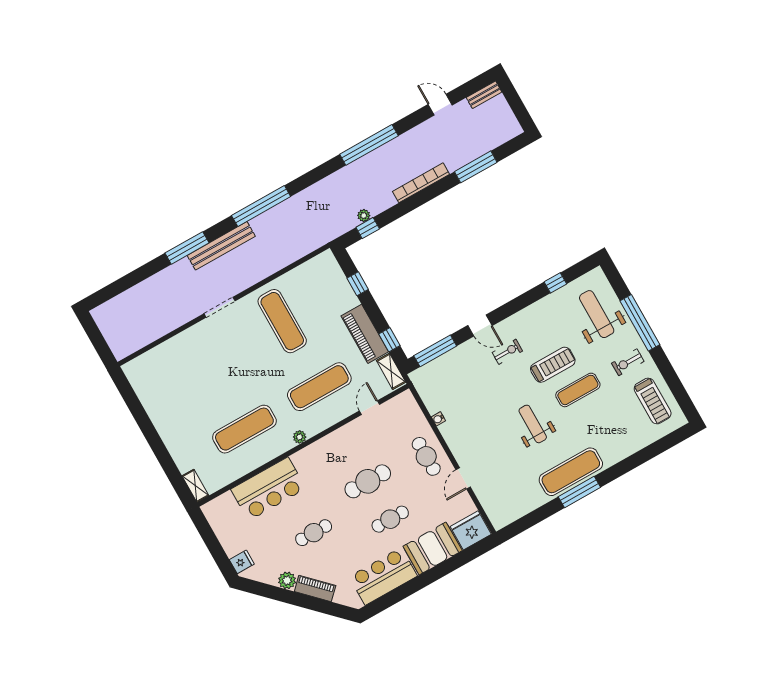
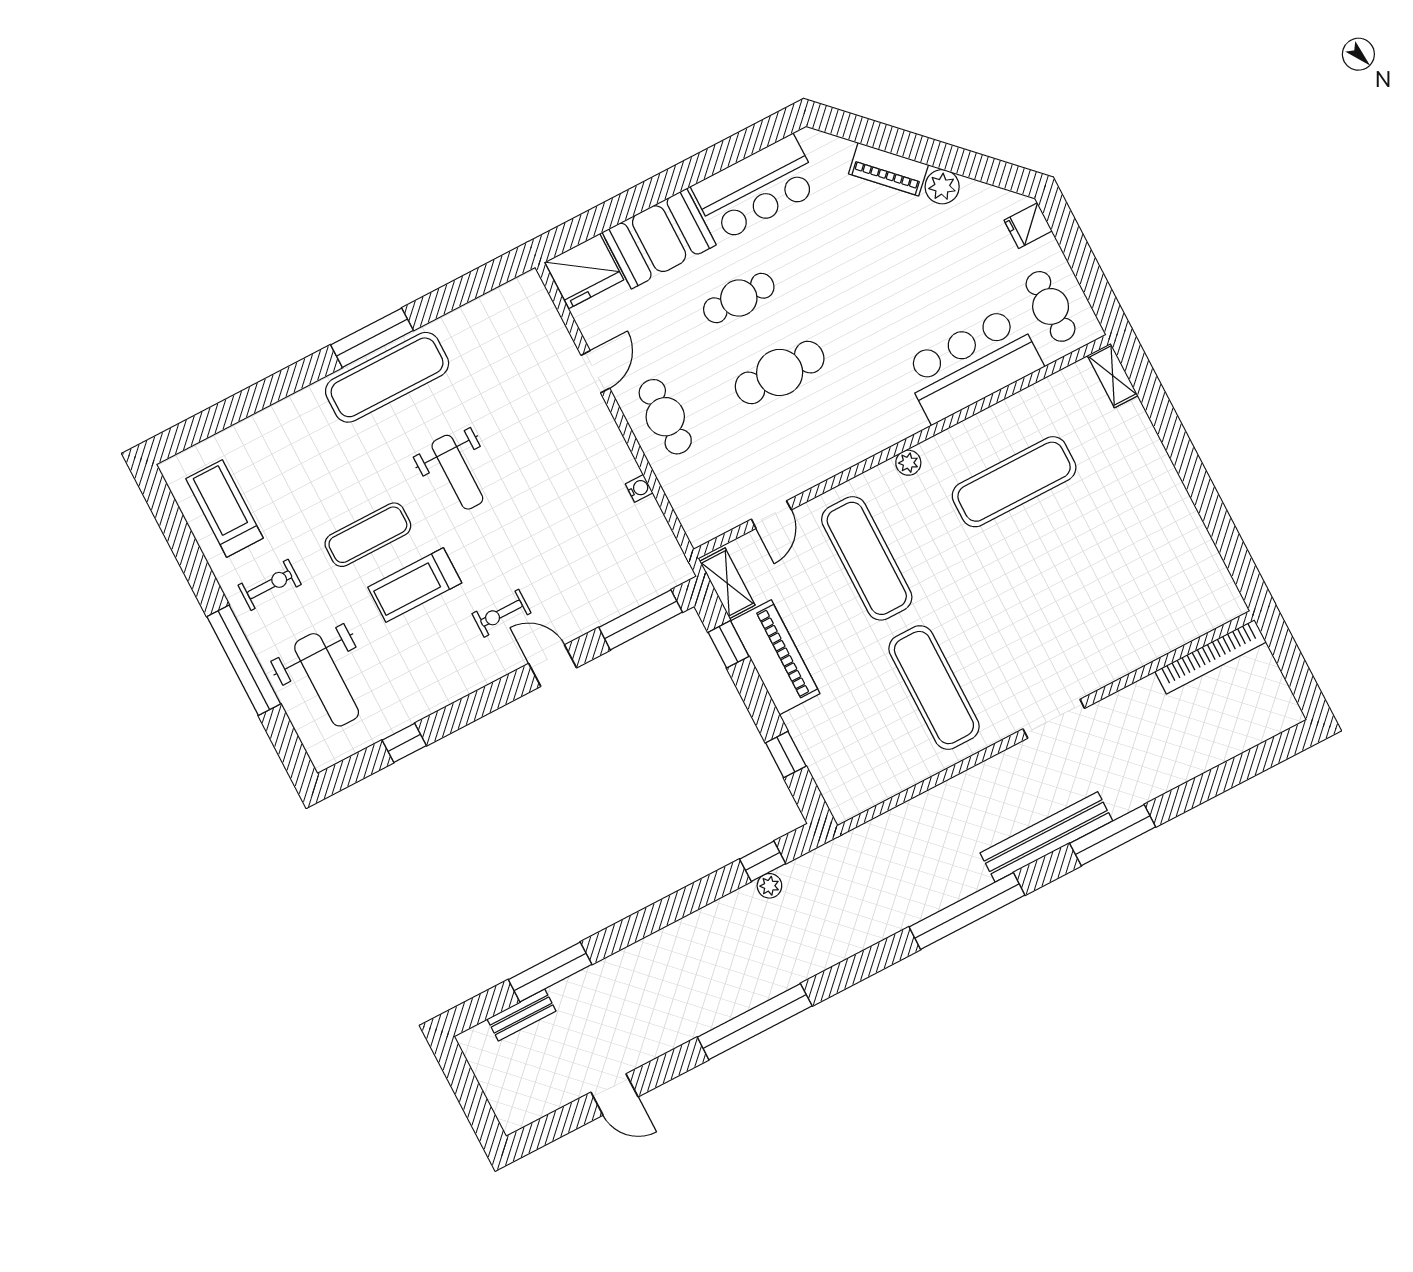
bench: (484, 95) -> (522, 1015), moved
bookcase: (421, 183) -> (1211, 657), moved
exercise mat: (319, 387) -> (867, 558), turned 90
cafe table: (314, 533) -> (1051, 306), moved, turned 90

